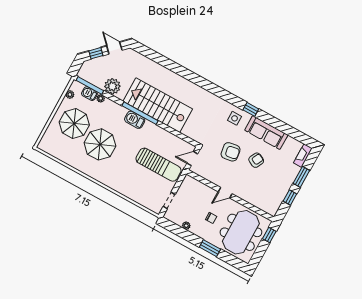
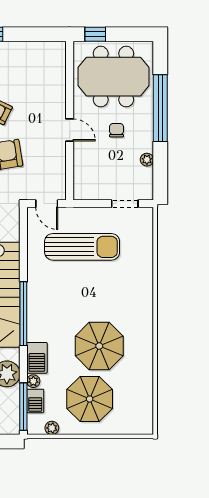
barbecue: (135, 120) -> (37, 358), moved
sun lounger: (158, 165) -> (82, 247), turned 90
window: (290, 198) -> (26, 34), removed
window: (210, 248) -> (160, 108), width x2.11

